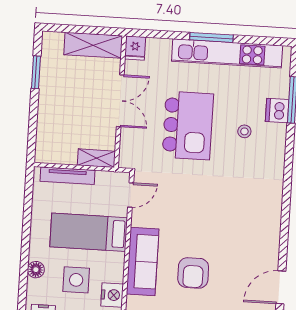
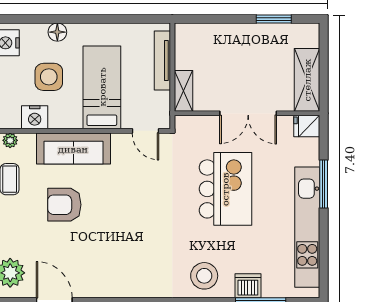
window: (211, 37) -> (324, 184), moved
kitchen island: (188, 126) -> (225, 189), turned -90
stool: (244, 131) -> (204, 276), moved, width x1.89, depth x1.89

